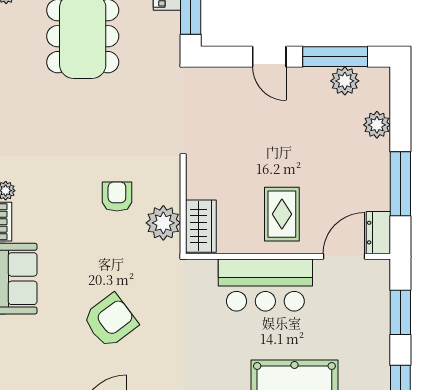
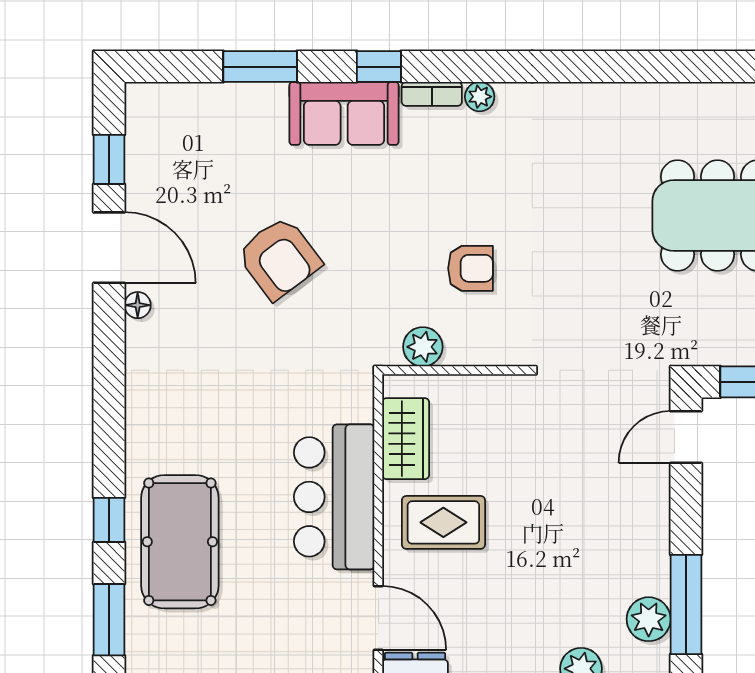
door: (269, 57) -> (686, 437), moved
plant: (163, 223) -> (423, 347), width x0.73, depth x0.73
wardrobe: (201, 226) -> (406, 439), moved, turned -90

